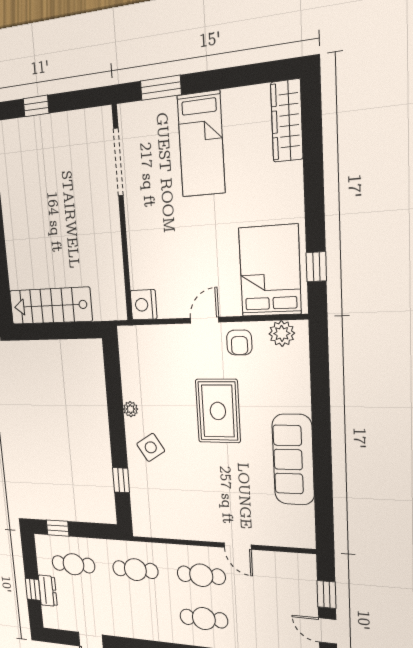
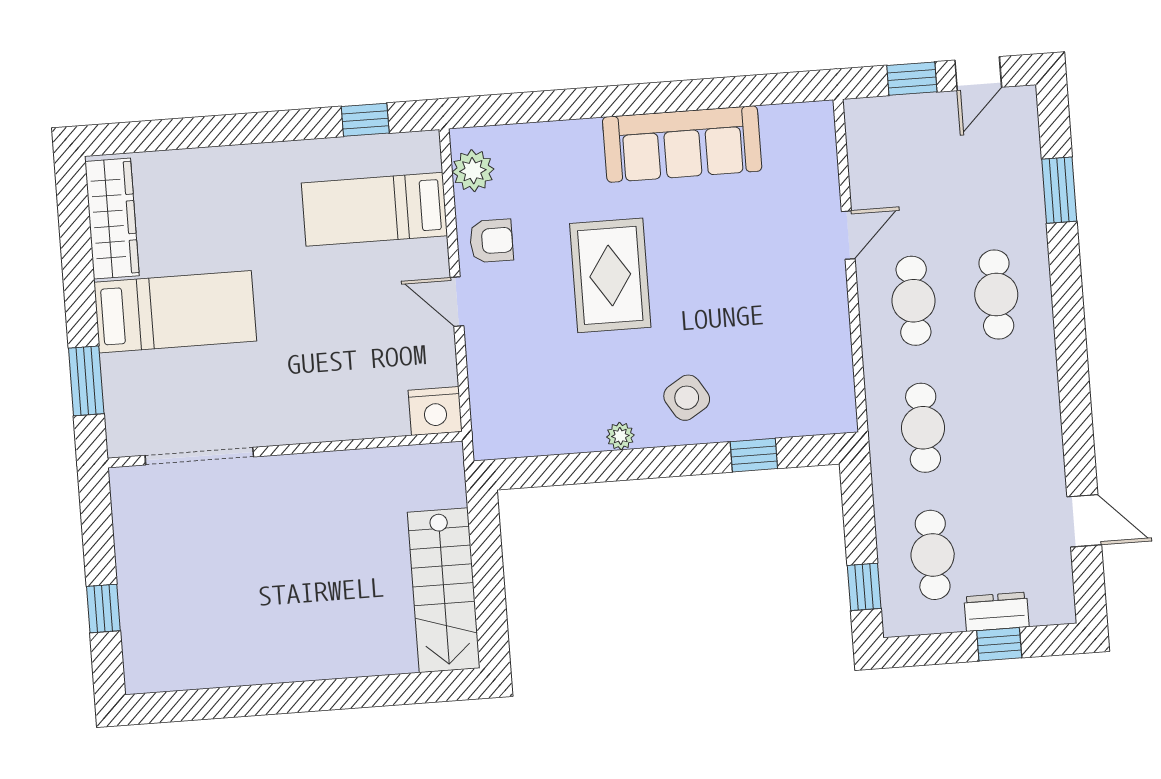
wardrobe: (287, 121) -> (112, 219), moved, turned -90
bed: (270, 271) -> (374, 209), width x0.67
rug: (218, 411) -> (610, 275), turned 90

